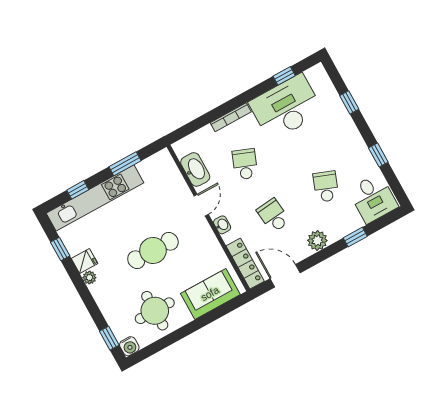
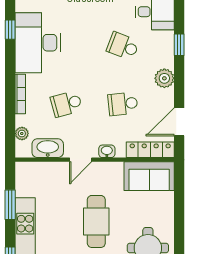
plant: (196, 139) -> (22, 134), added
school desk: (245, 164) -> (66, 104), turned -36
door: (201, 205) -> (81, 160), swing flipped
sofa: (210, 294) -> (149, 176), moved, turned -90

